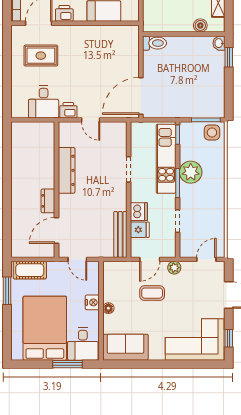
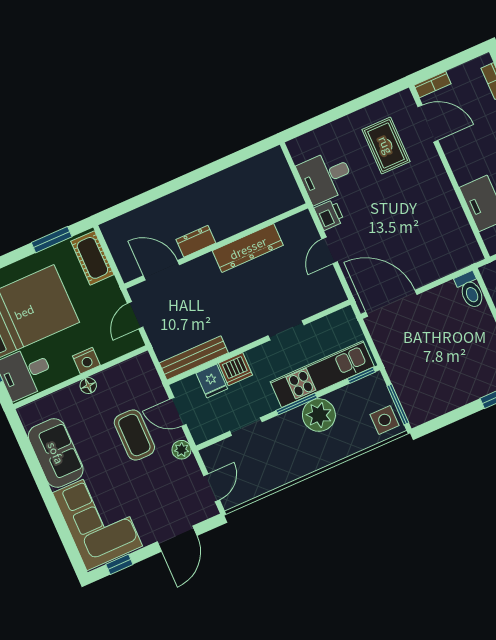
printer: (64, 13) -> (456, 152), removed
door: (206, 259) -> (212, 488), hinge flipped
coffee table: (152, 293) -> (134, 435), width x1.36, depth x1.30
sofa: (125, 347) -> (56, 453), moved

